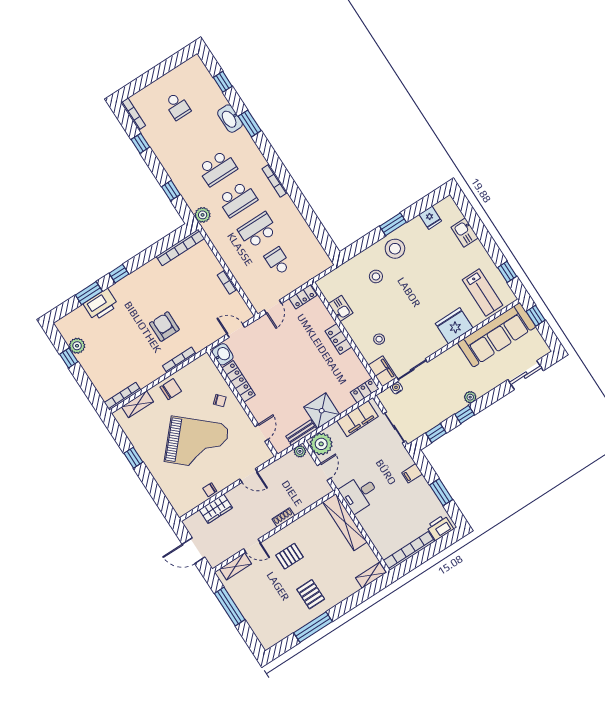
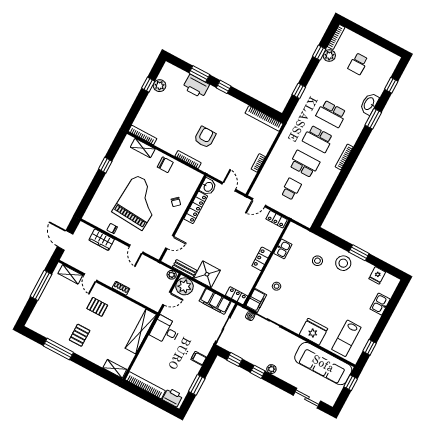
plant: (203, 215) -> (329, 56), moved
grand piano: (197, 443) -> (139, 202), turned -128

